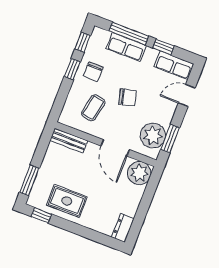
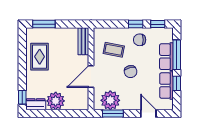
row of seats: (174, 65) -> (167, 86), moved
plant: (139, 173) -> (56, 101), moved
window: (41, 215) -> (22, 97), moved

